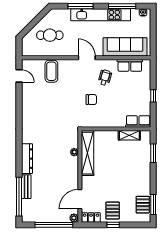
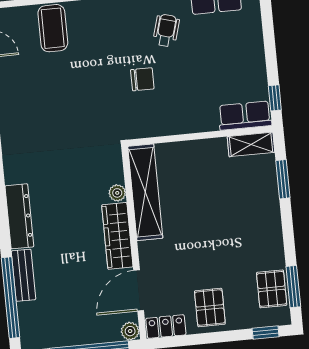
window: (153, 96) -> (275, 98), moved
shelving: (129, 135) -> (251, 144), moved
wardrobe: (72, 172) -> (117, 236), added
window: (113, 225) -> (266, 333), moved

